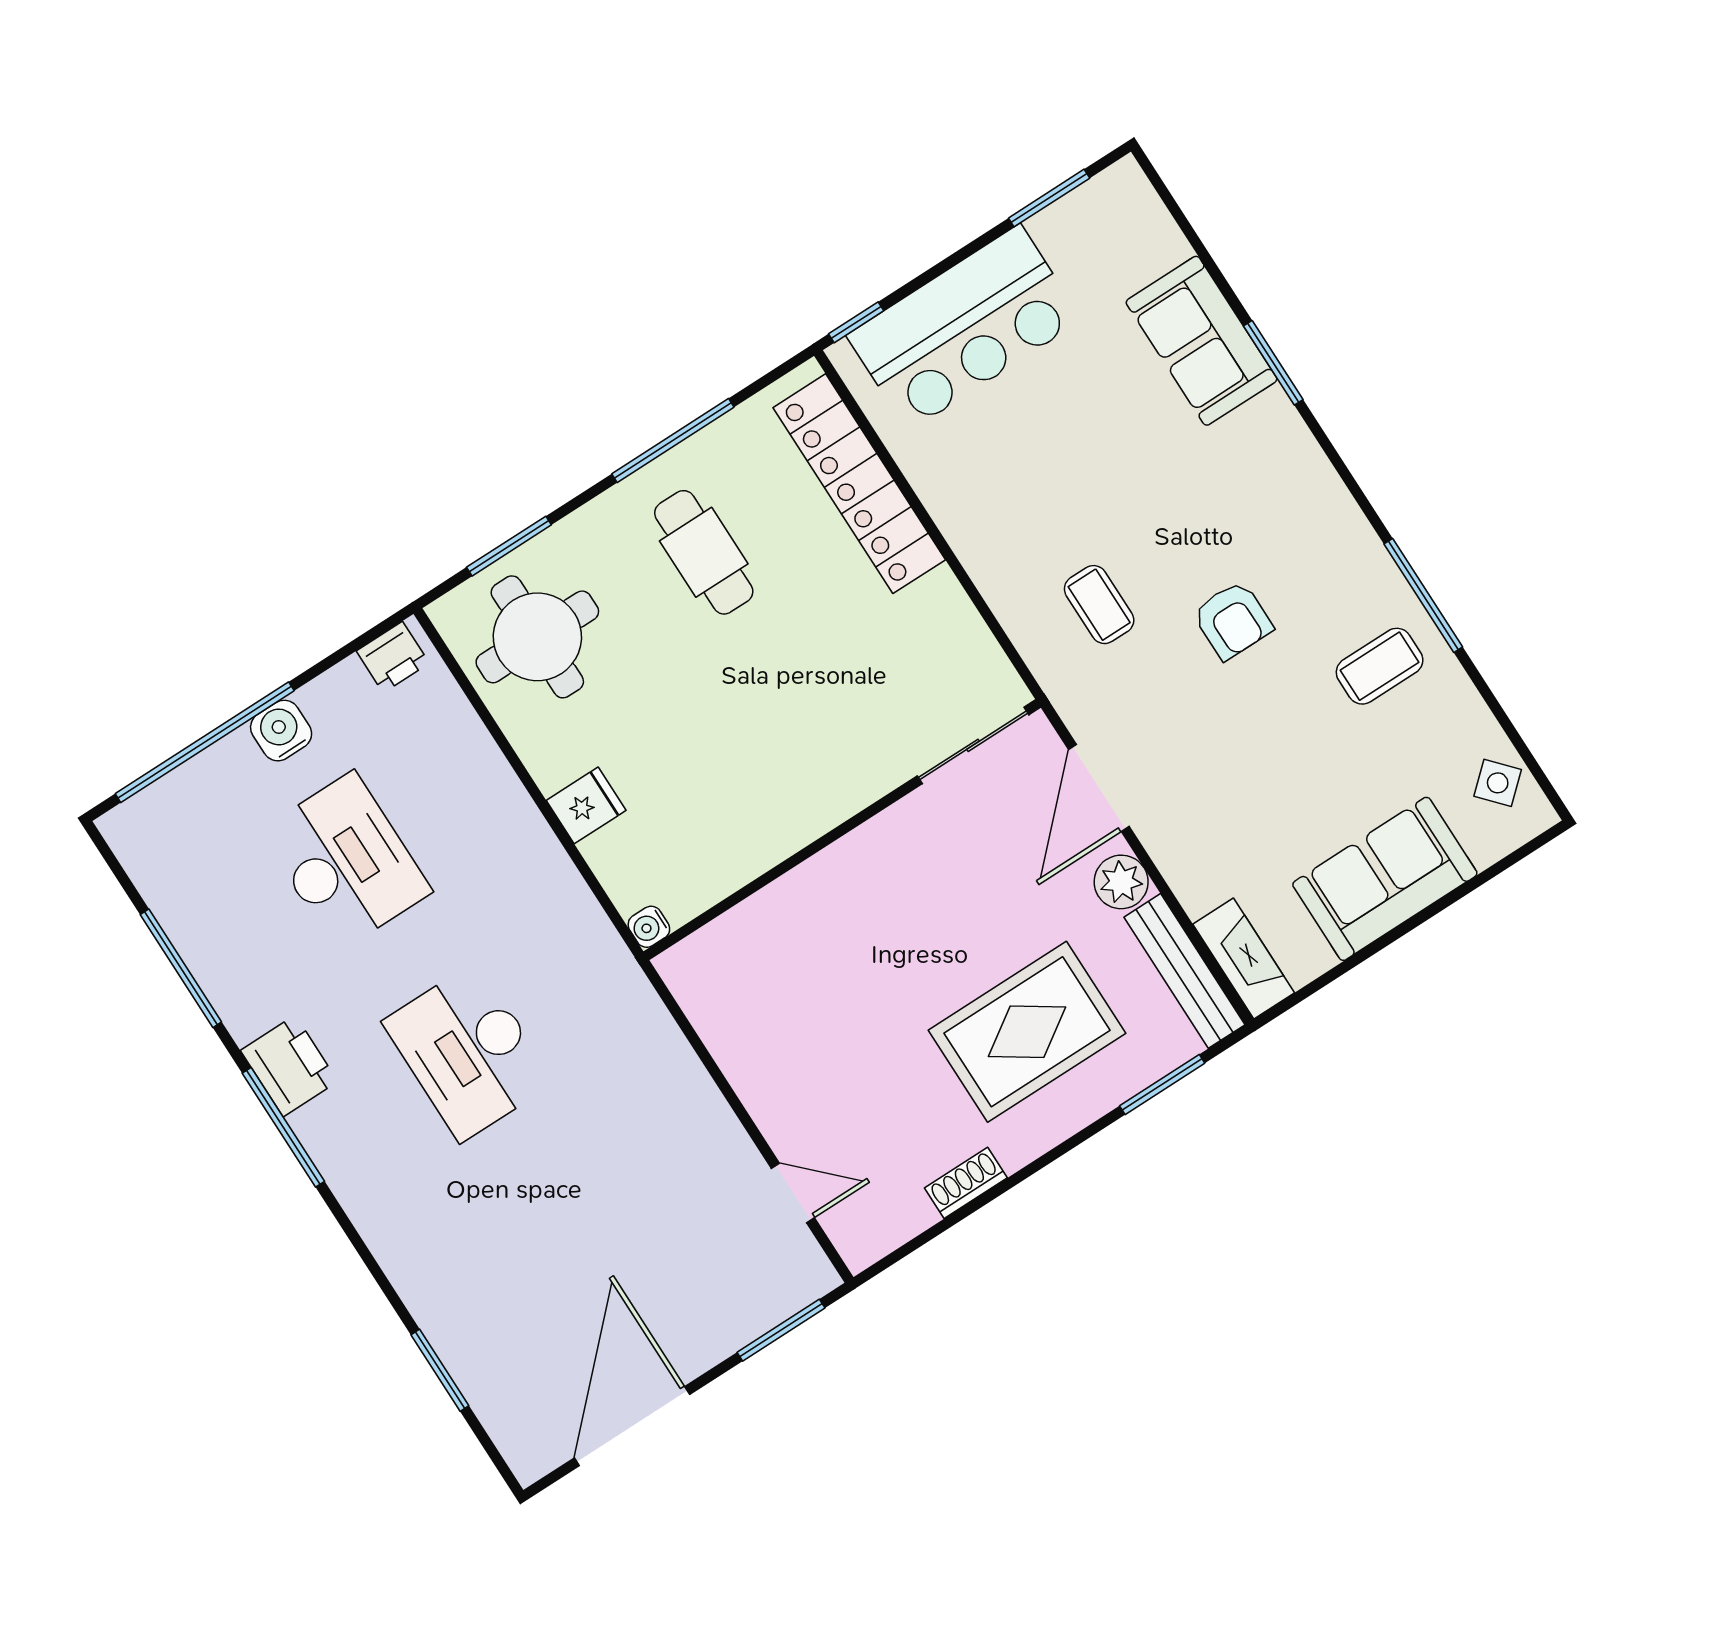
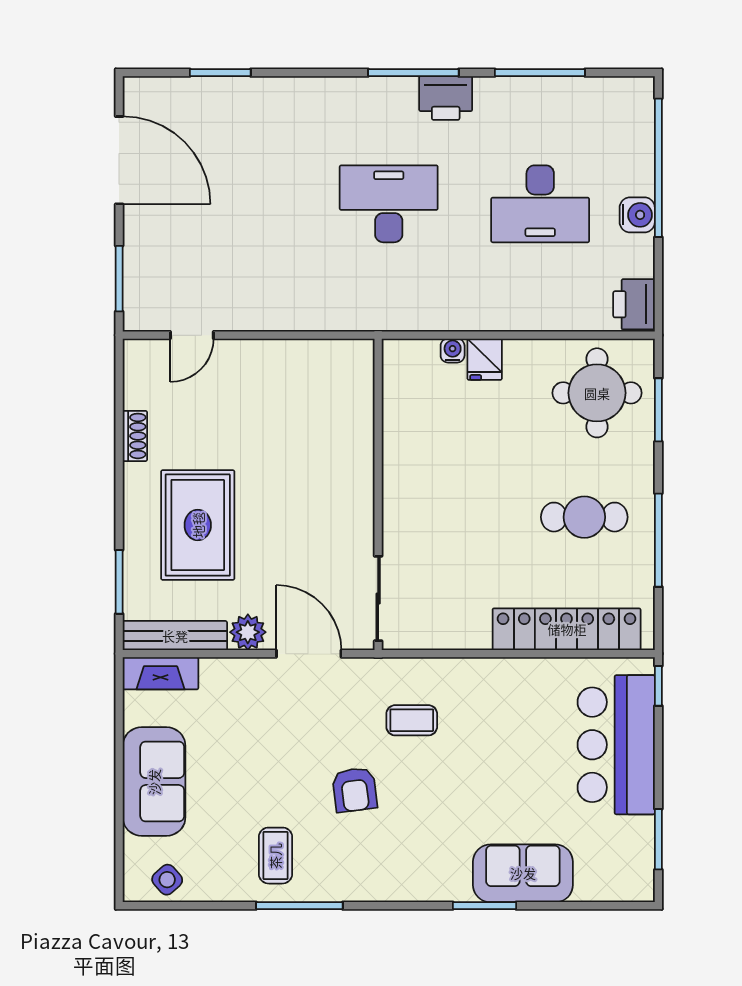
armchair: (1233, 620) -> (355, 790), turned -97
printer: (393, 657) -> (634, 304), width x1.36, depth x1.24
water cooler: (649, 927) -> (453, 351), moved

